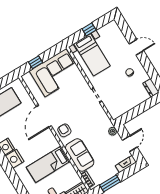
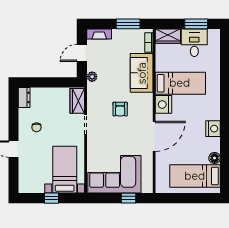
wardrobe: (113, 108) -> (77, 101), added
armchair: (64, 130) -> (120, 109), moved
nightstand: (15, 159) -> (164, 104), moved, turned 180

